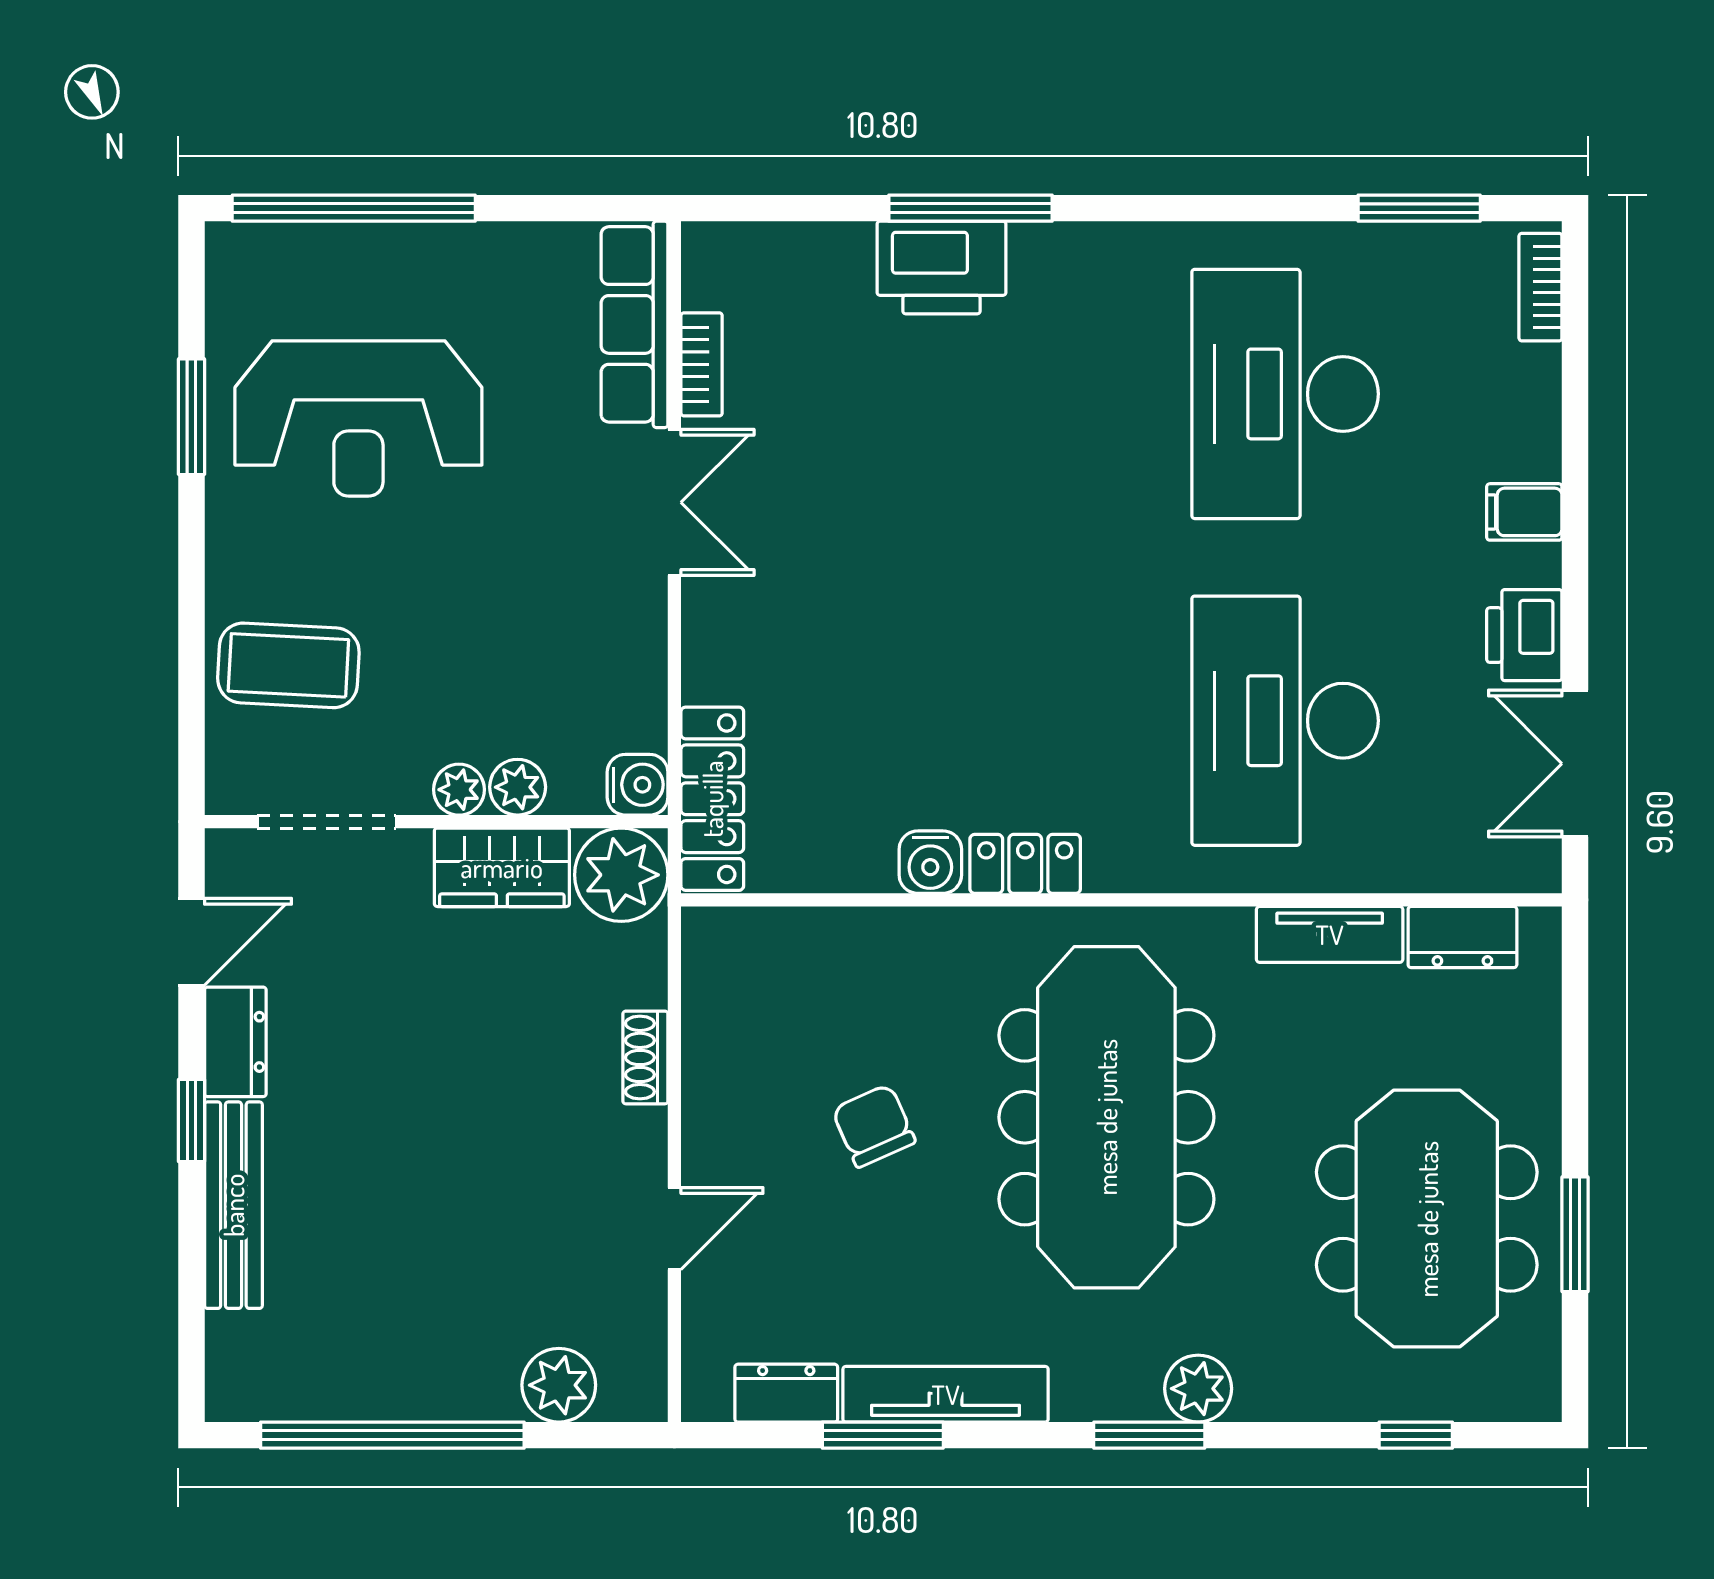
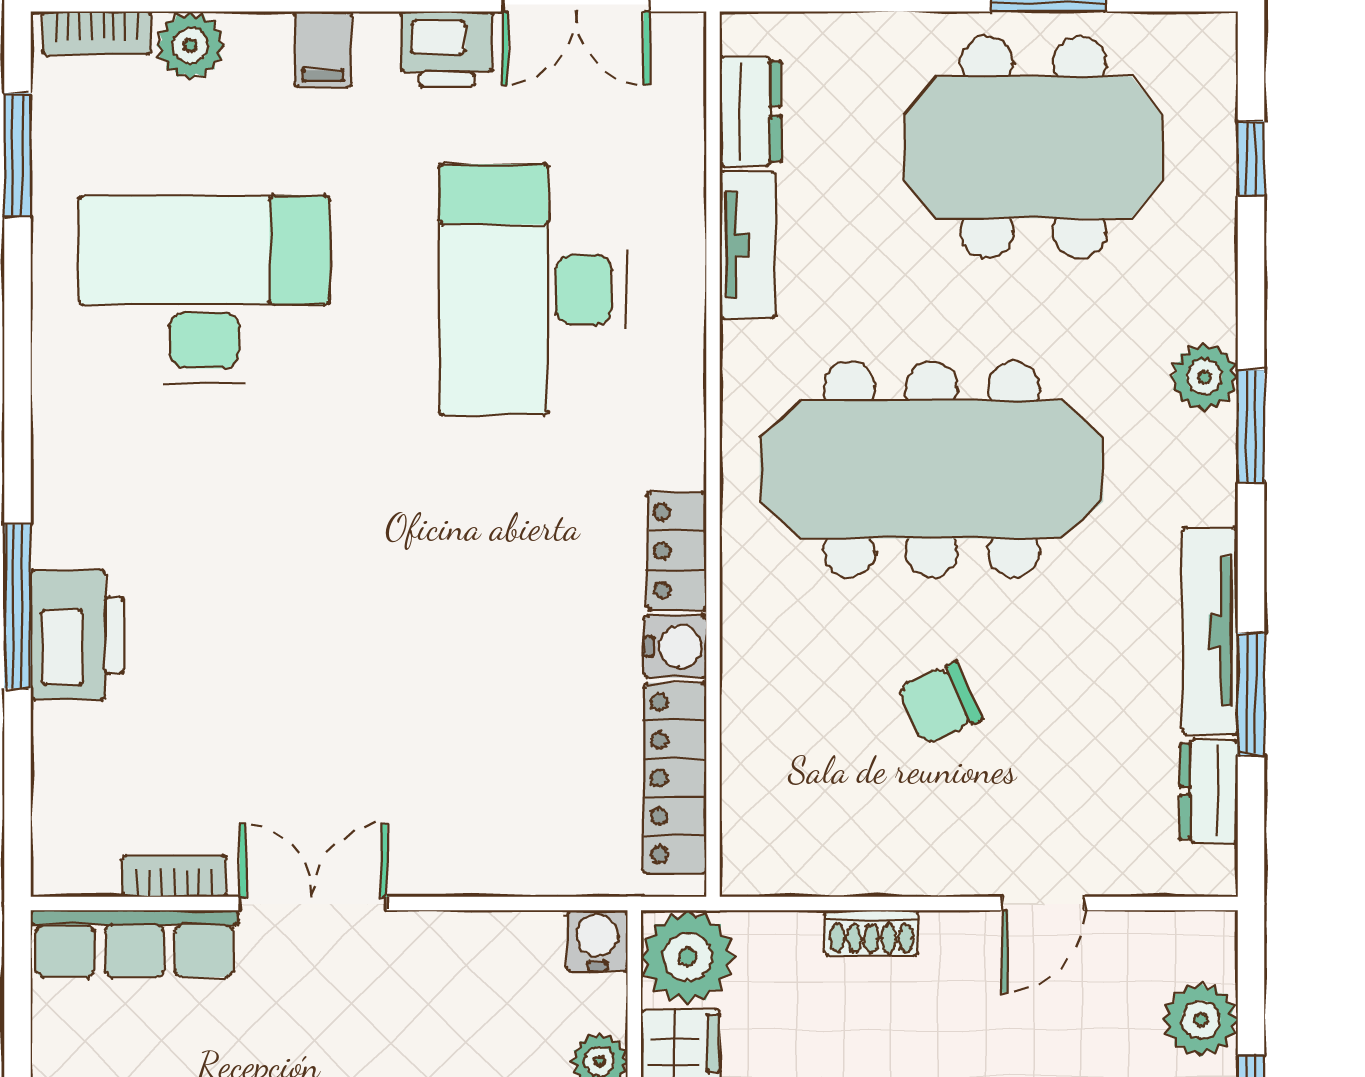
plant: (1528, 380) -> (190, 45), added
desk: (1285, 394) -> (204, 290), turned 180
desk: (1285, 721) -> (533, 290), turned 90
locker: (712, 799) -> (675, 778), moved, turned -90
door: (674, 1229) -> (1043, 904), swing flipped

